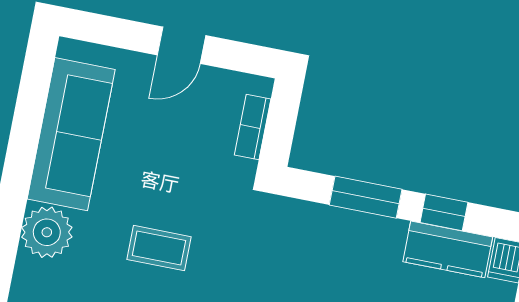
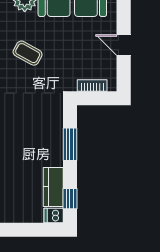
window: (444, 212) -> (70, 199), moved
coffee table: (159, 248) -> (28, 53), turned -61

